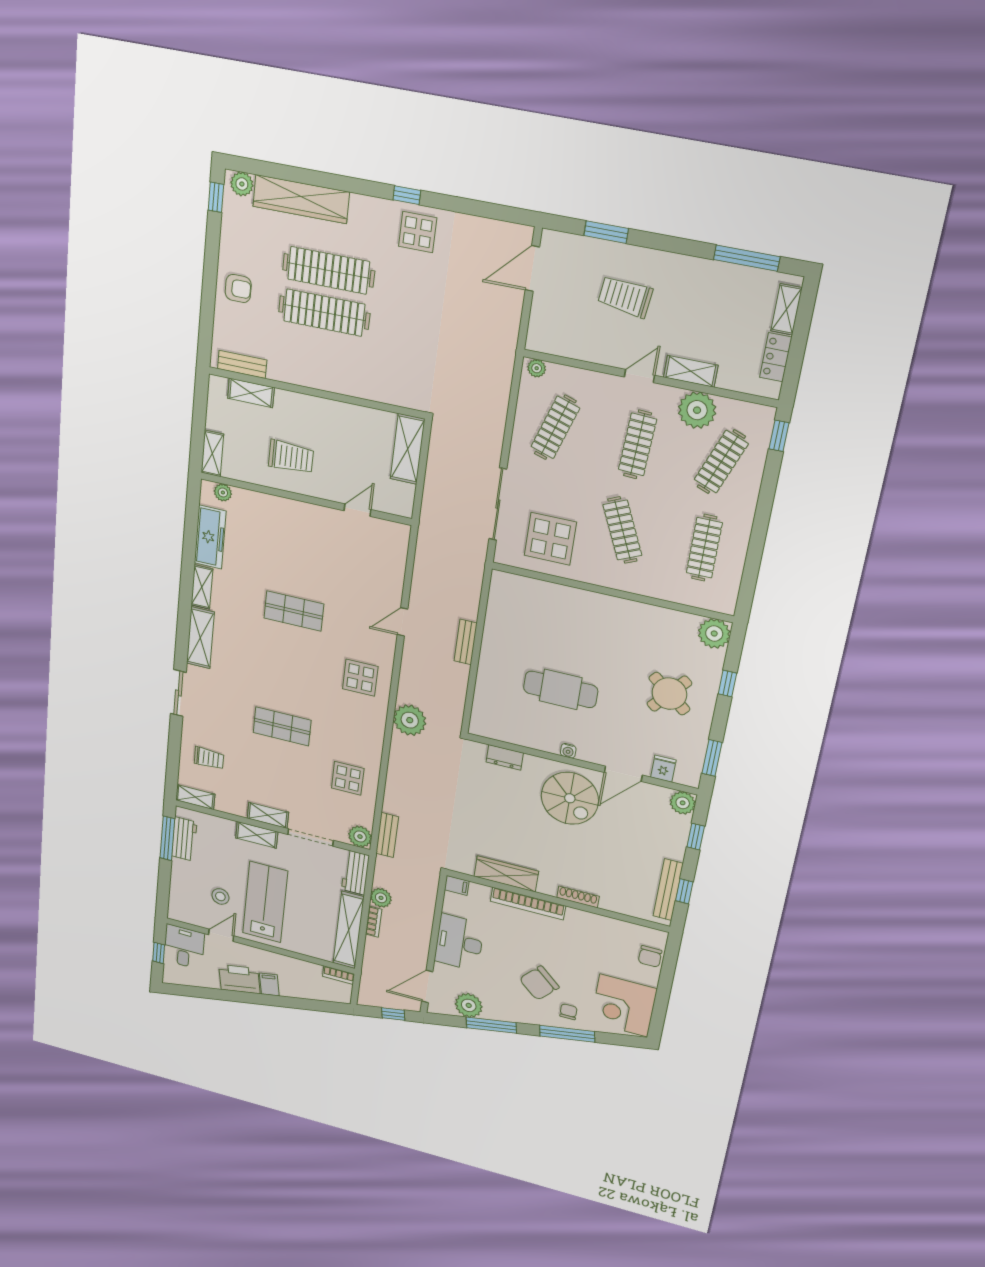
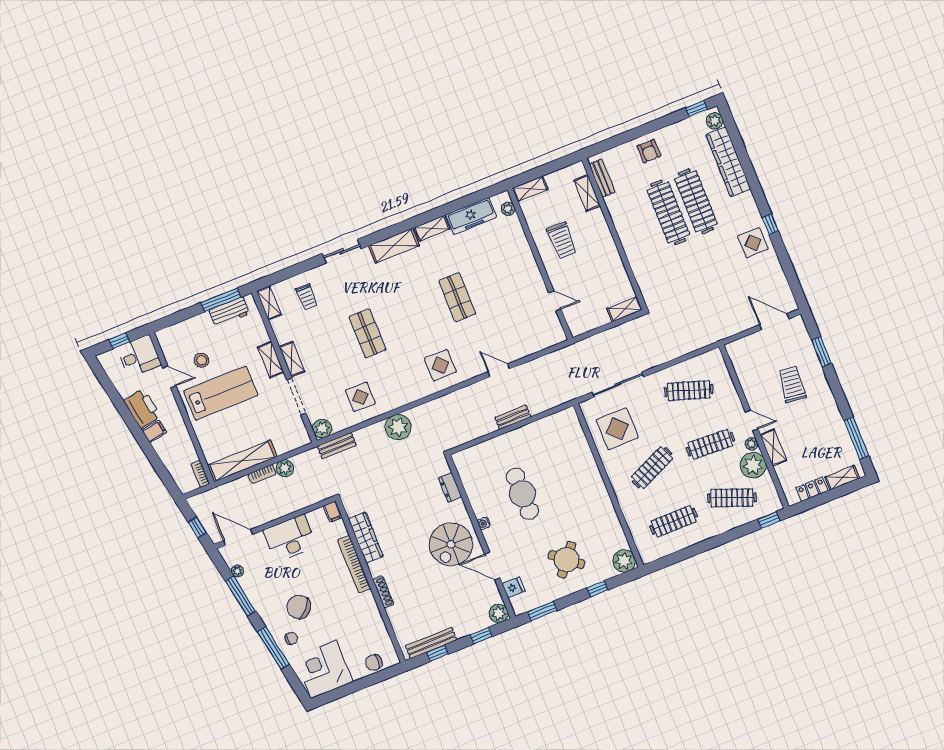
plant: (537, 368) -> (752, 444), moved
shelving: (408, 449) -> (625, 309), width x0.67, depth x0.75
plant: (410, 720) -> (398, 427), moved
workbench: (355, 872) -> (292, 441), removed
plant: (469, 1005) -> (237, 571), width x0.53, depth x0.53

